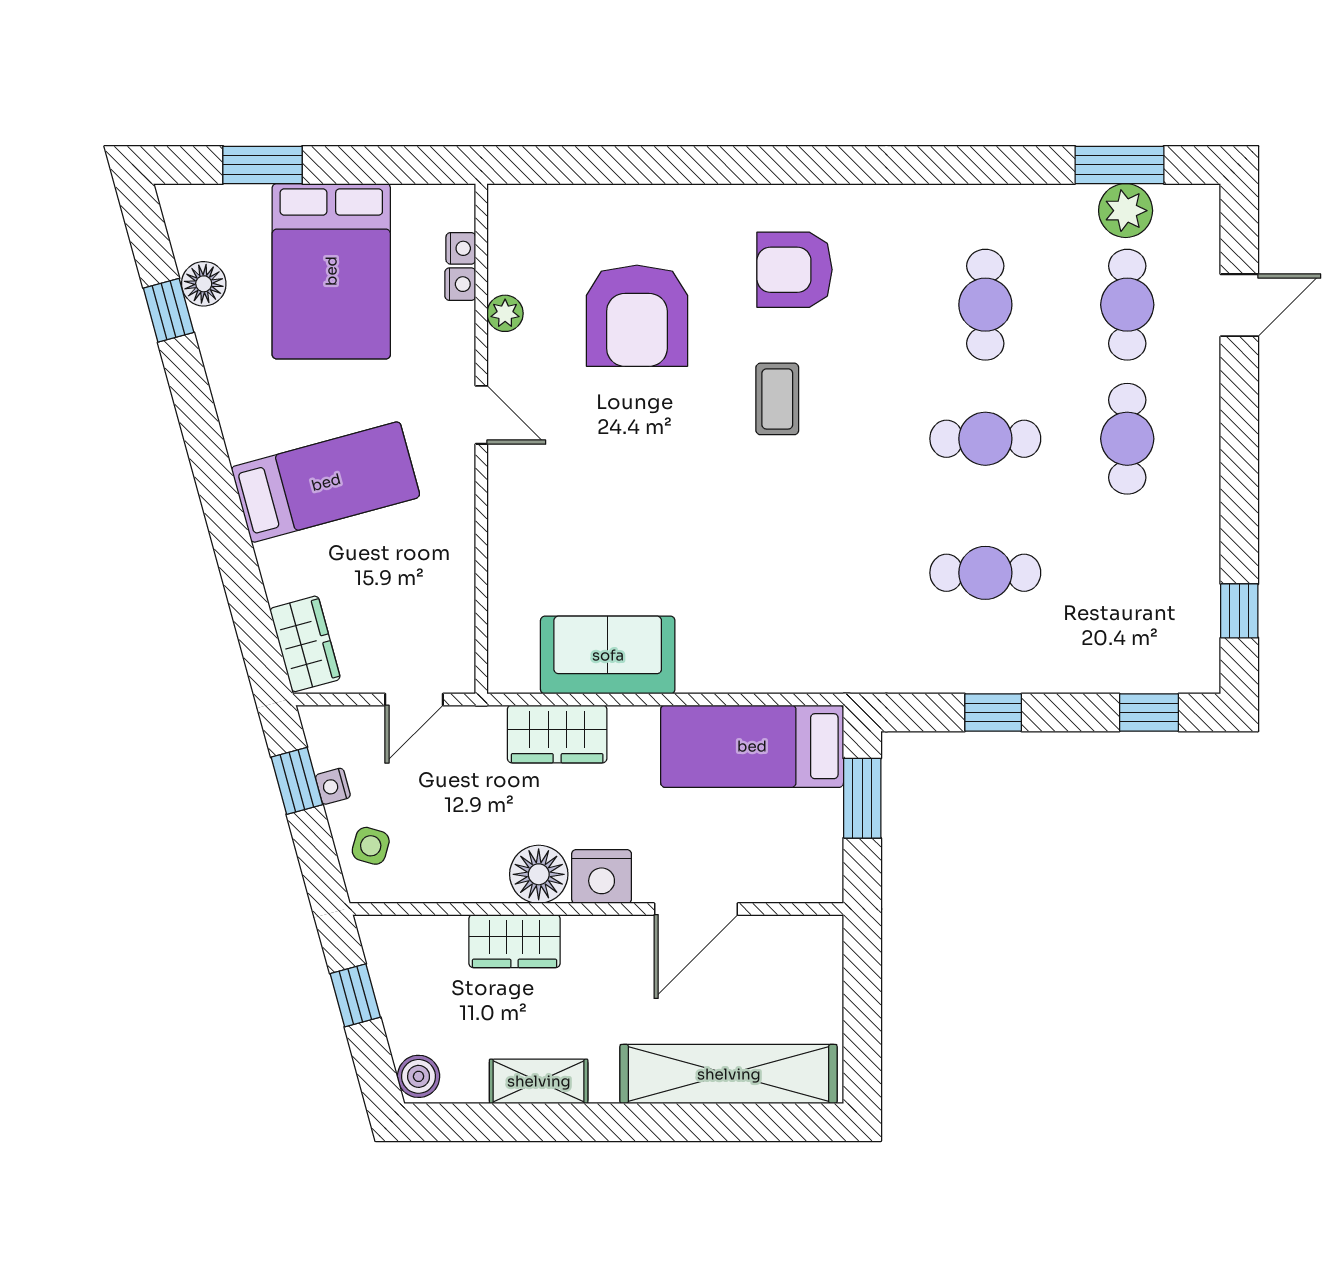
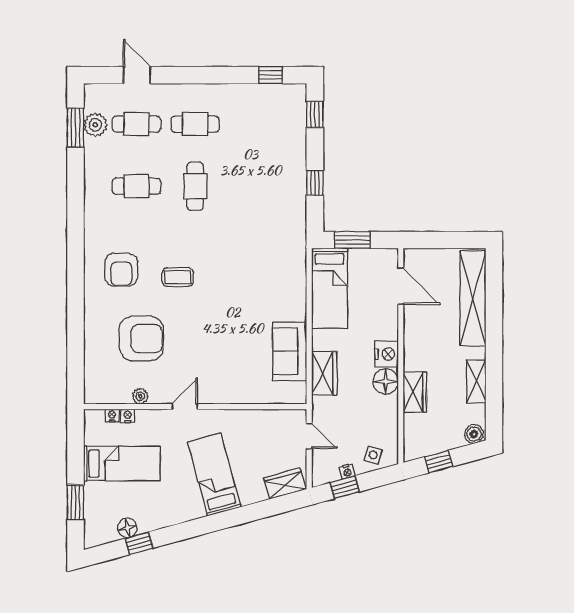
bed: (331, 271) -> (122, 464), width x0.67
cafe table: (985, 573) -> (254, 186), removed
door: (696, 909) -> (401, 286), moved

